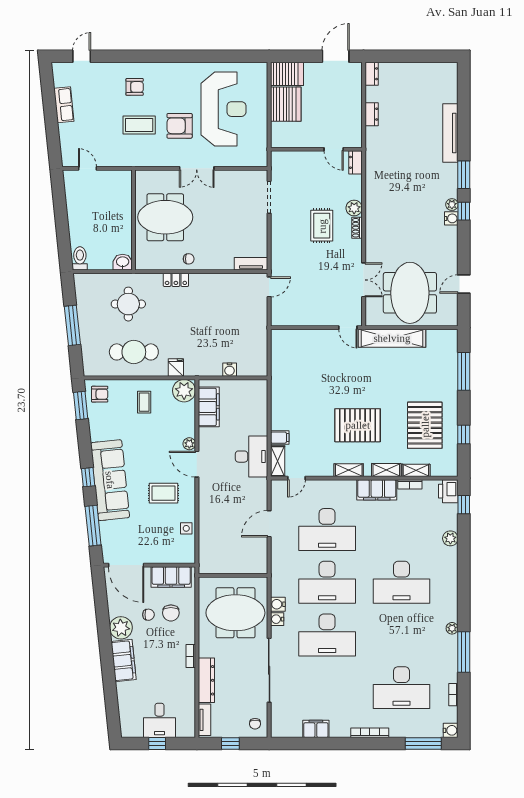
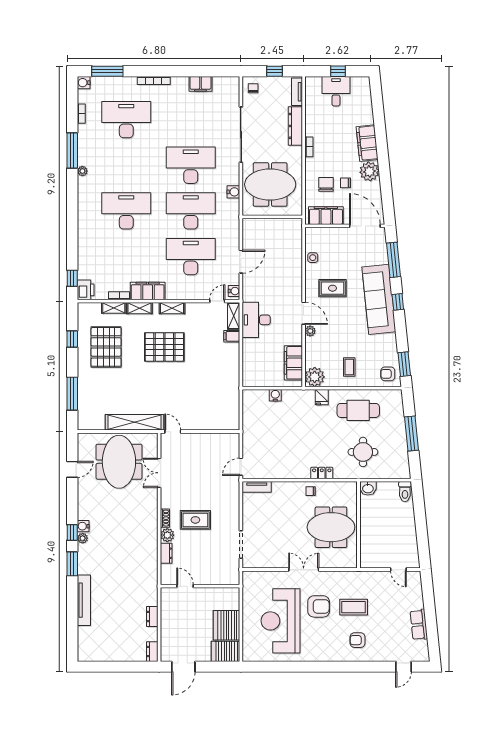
dresser: (356, 162) -> (166, 553), moved
rug: (322, 226) -> (195, 520), turned 90
plant: (450, 538) -> (84, 249), removed
water cooler: (277, 619) -> (234, 291), moved

